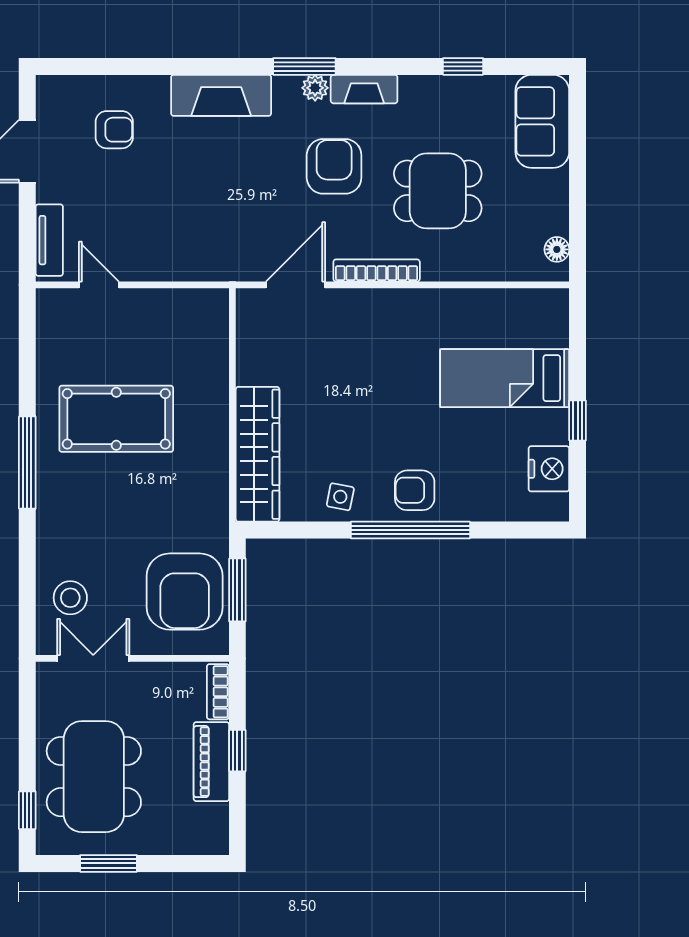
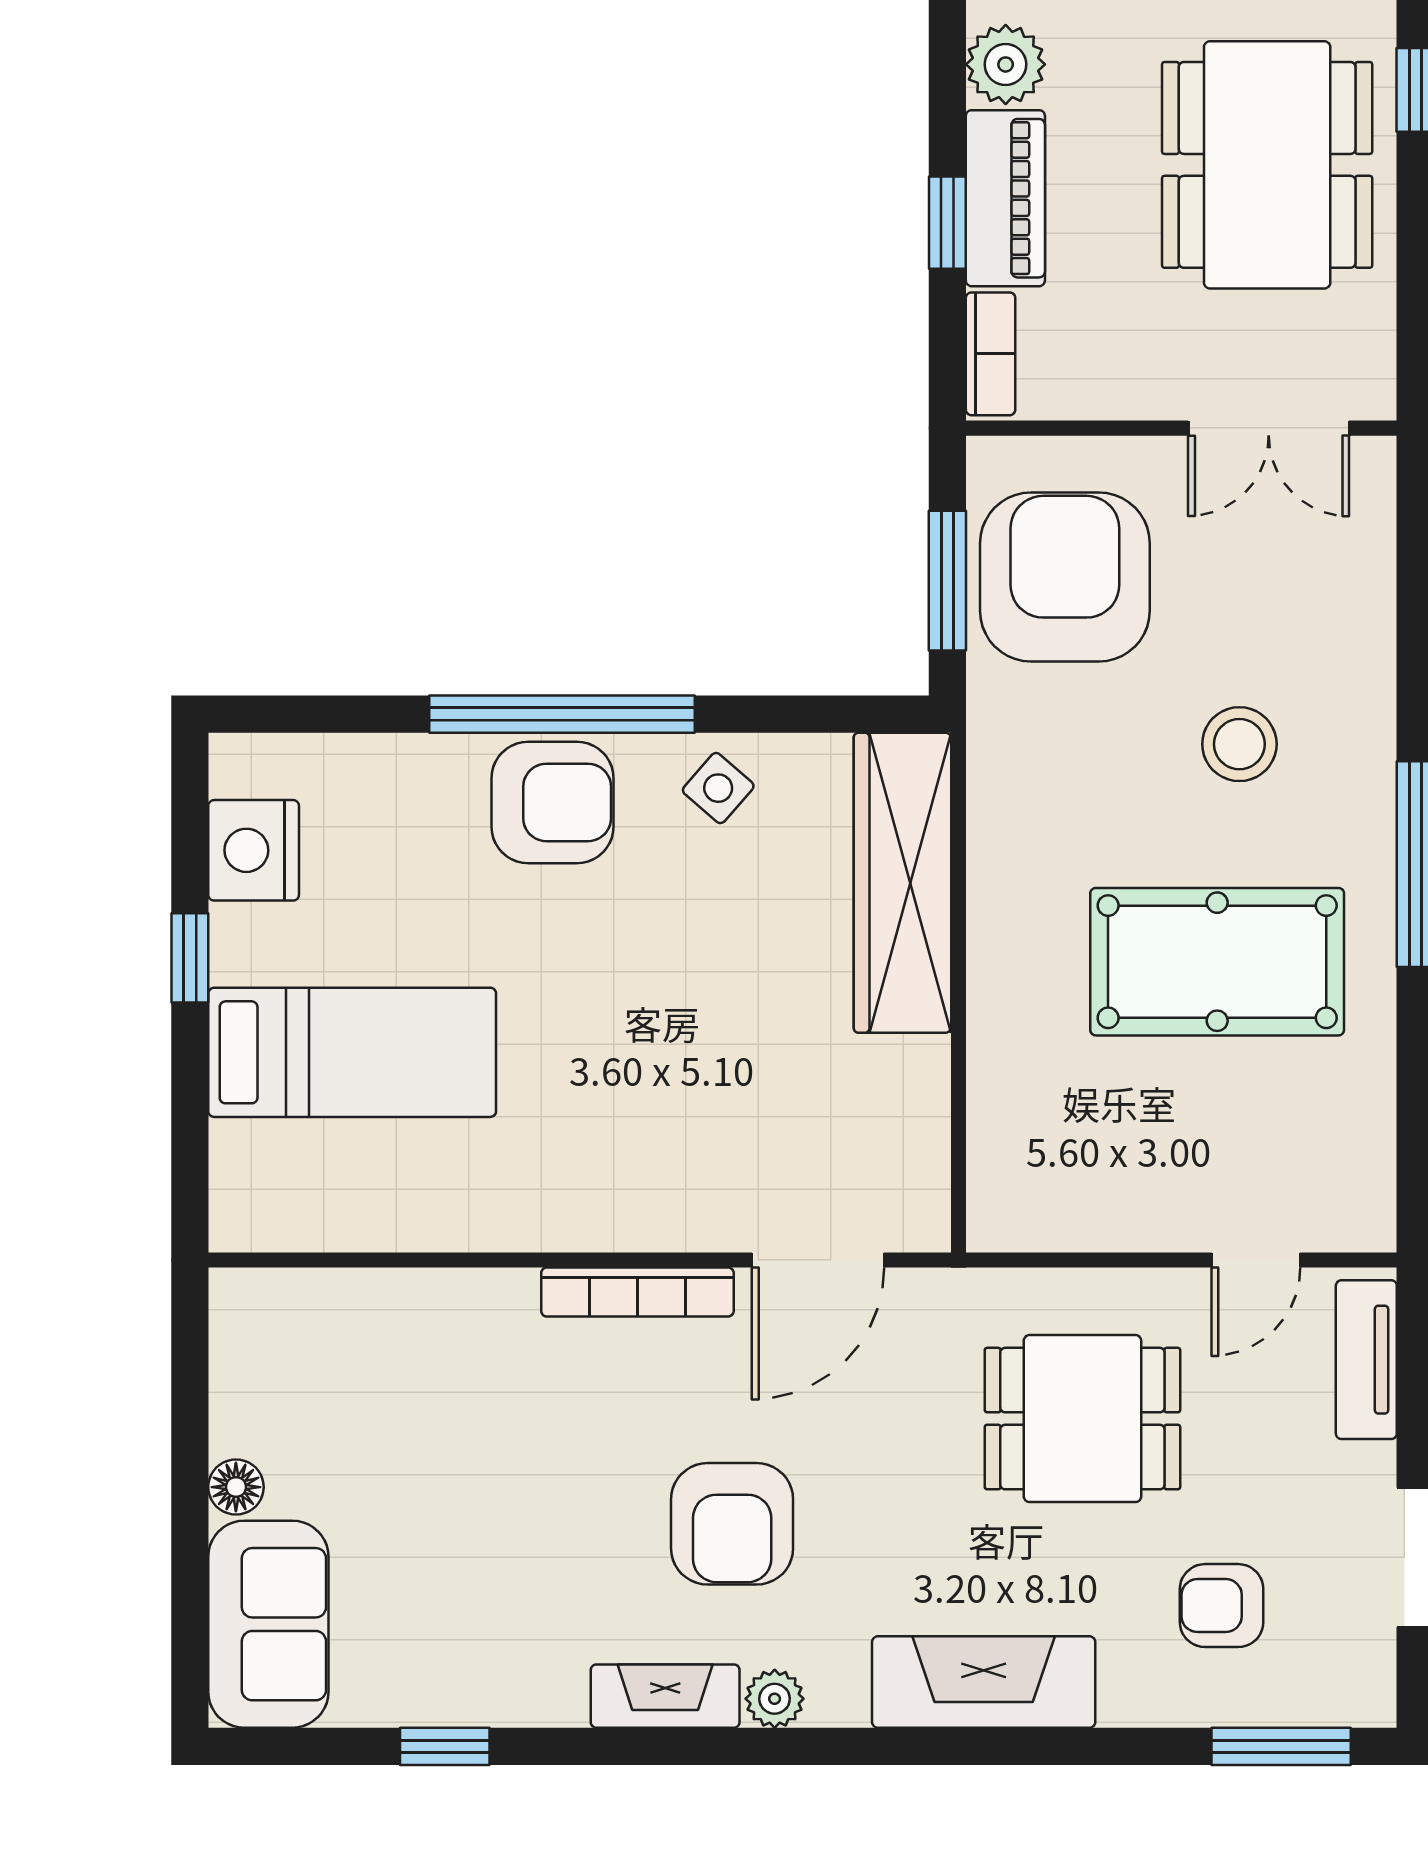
window: (304, 66) -> (1281, 1746), moved
dining table: (438, 191) -> (1082, 1419), moved
floor lamp: (557, 249) -> (236, 1487), moved
door: (99, 285) -> (1256, 1260), hinge flipped
armchair: (415, 490) -> (553, 802), width x1.38, depth x1.38
side table: (340, 497) -> (718, 788), turned 30
stool: (70, 598) -> (1239, 744), moved
plant: (211, 822) -> (1006, 64), added

